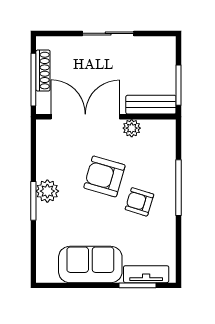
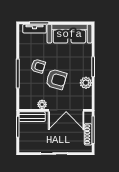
plant: (47, 191) -> (86, 83), moved
sofa: (90, 264) -> (69, 34), width x1.36

